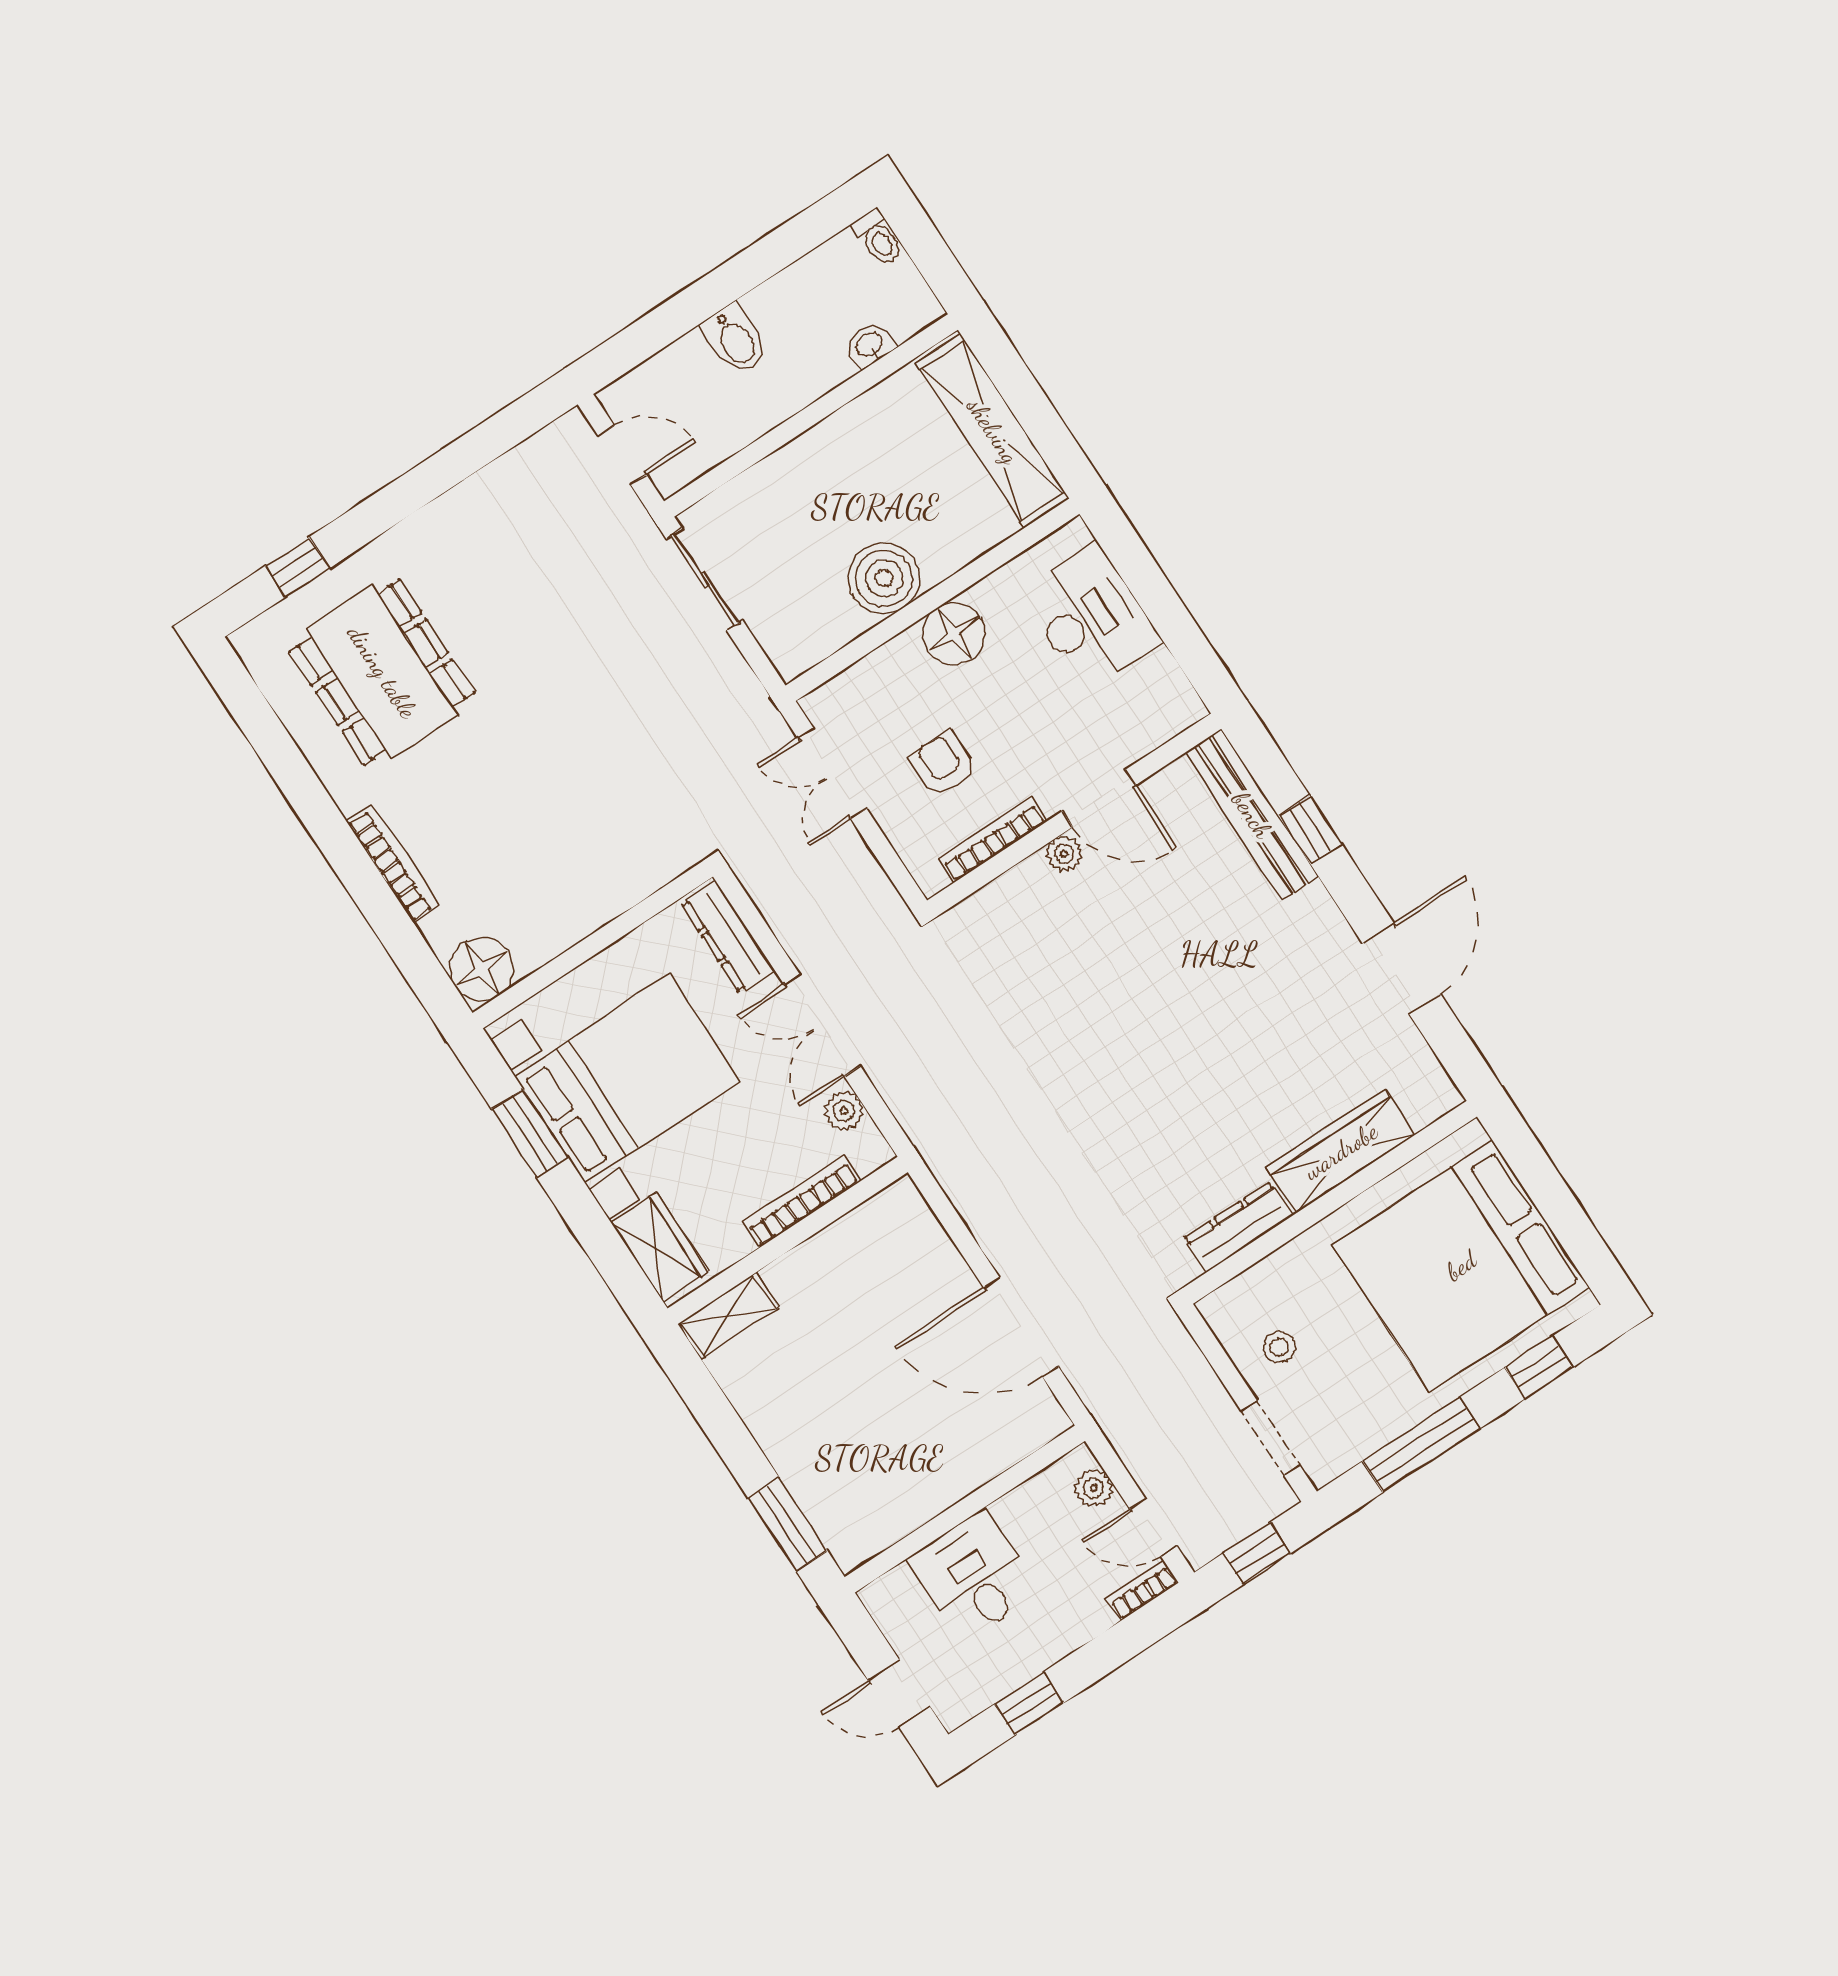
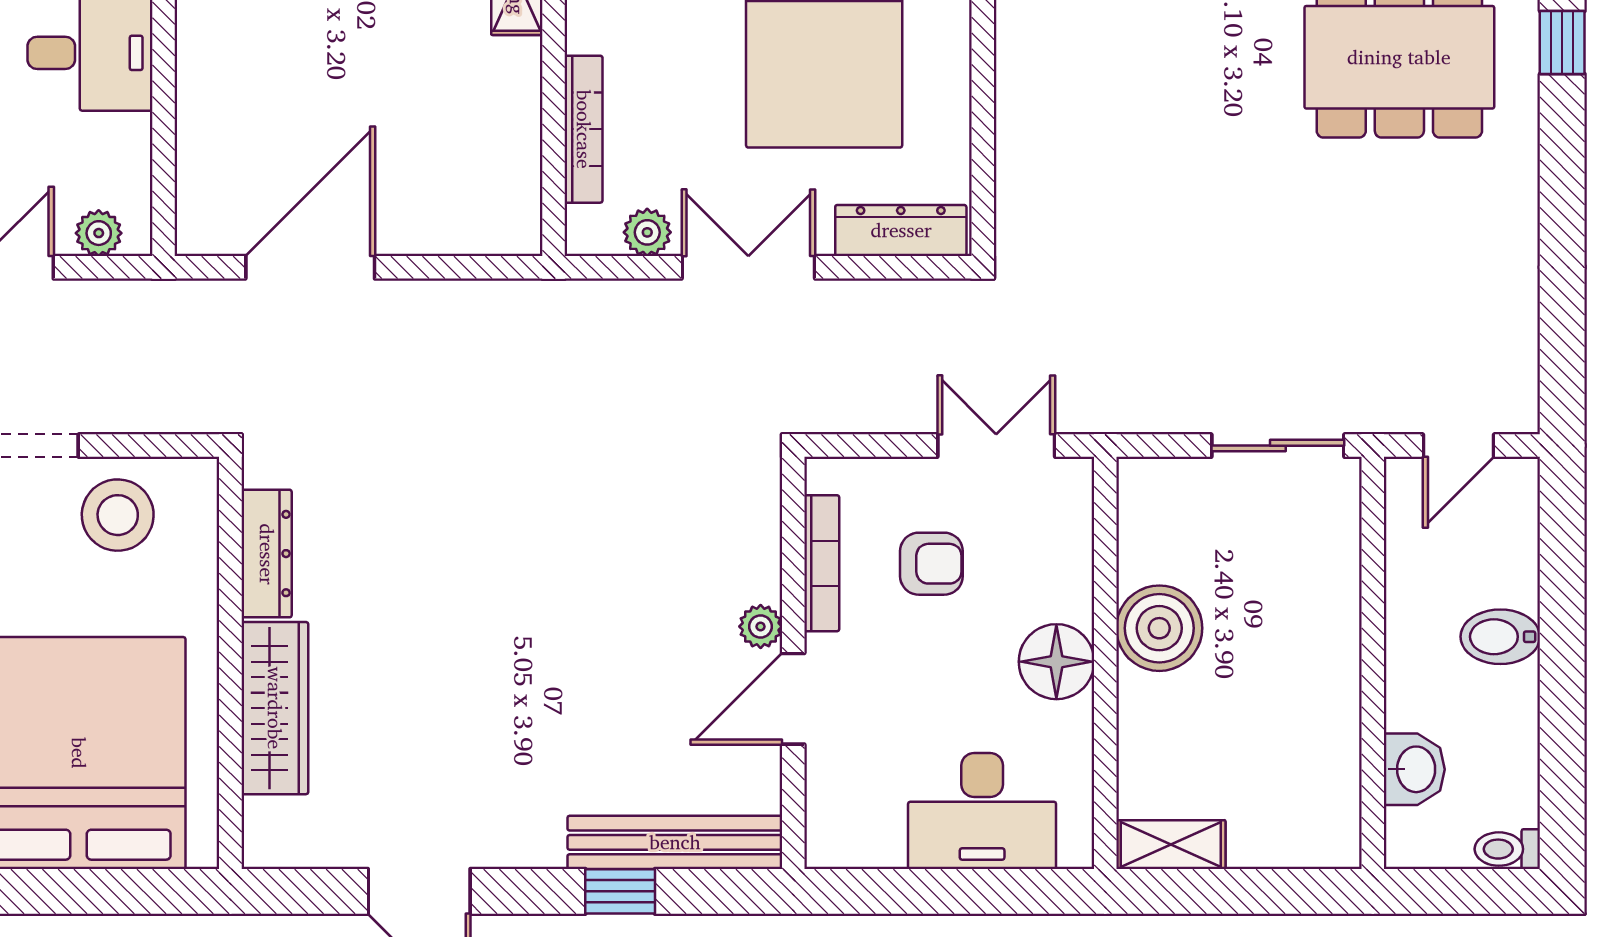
washbasin: (870, 345) -> (1414, 769), width x1.38, depth x1.45
shelving: (993, 431) -> (1171, 845), width x0.45, depth x0.75
stool: (1279, 1347) -> (118, 515), width x1.89, depth x1.89

